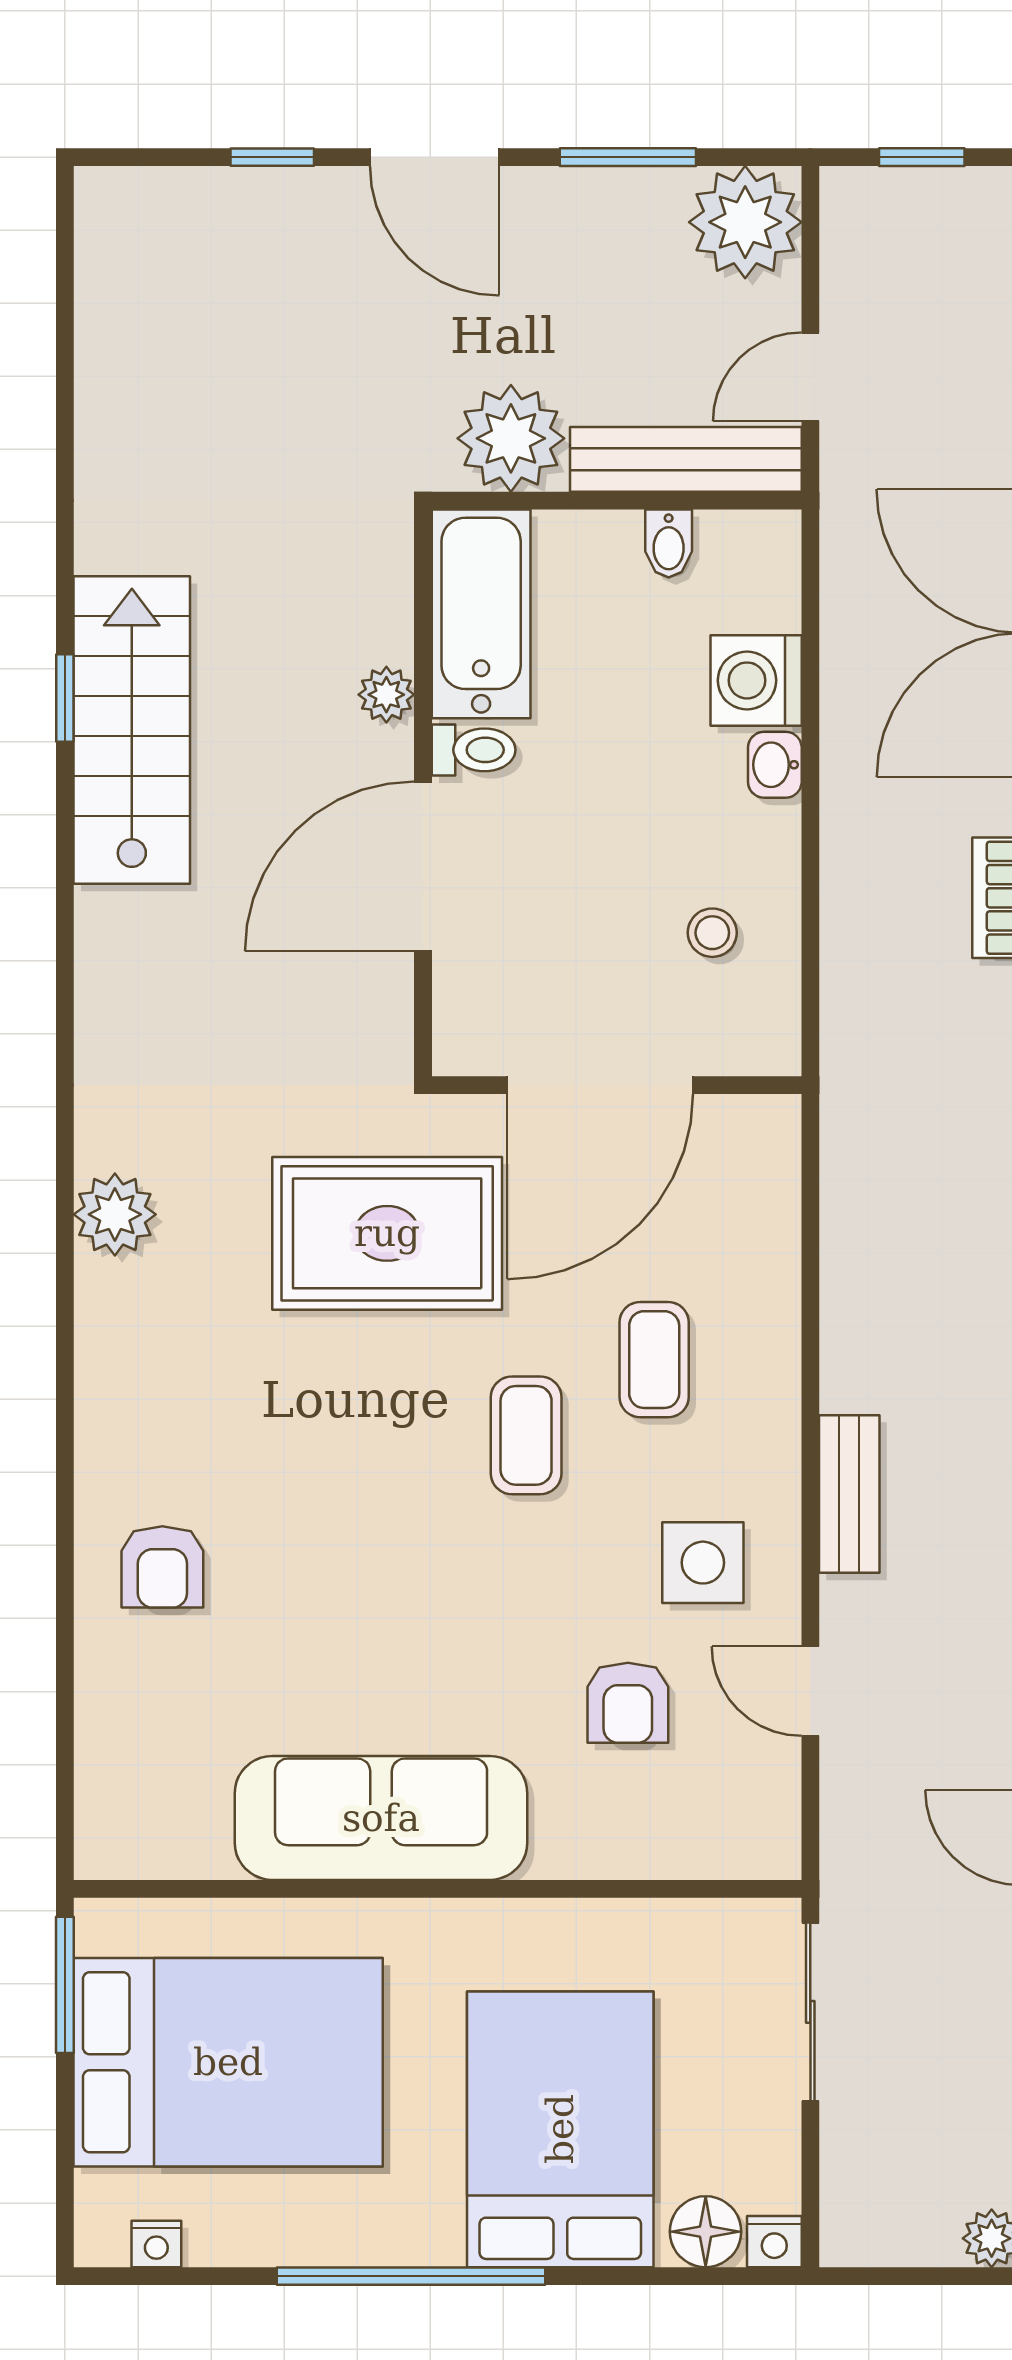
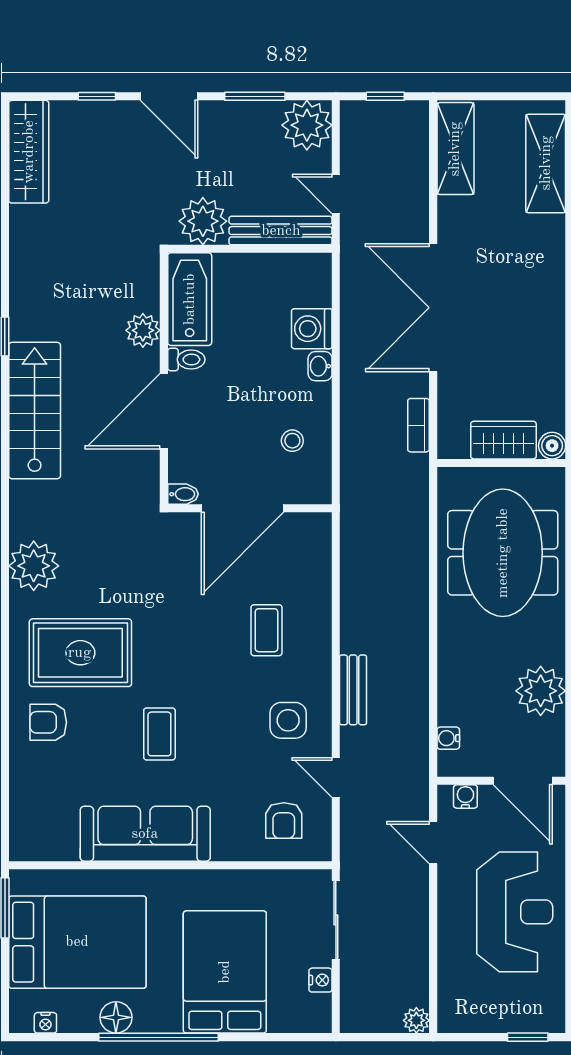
wardrobe: (119, 282) -> (29, 152), added
door: (810, 377) -> (336, 194), hinge flipped
bidet: (669, 543) -> (183, 494), moved, turned -90
plant: (386, 695) -> (143, 330), width x1.38, depth x1.38
stairs: (132, 730) -> (35, 411), moved
plant: (115, 1214) -> (34, 566), width x1.36, depth x1.36
rug: (387, 1233) -> (80, 653), moved
coffee table: (526, 1435) -> (159, 734), moved
armchair: (162, 1567) -> (48, 722), turned 90
armchair: (628, 1703) -> (284, 821), moved
floor lamp: (706, 2232) -> (116, 1017), moved
nightstand: (774, 2242) -> (320, 980), moved, turned -90

